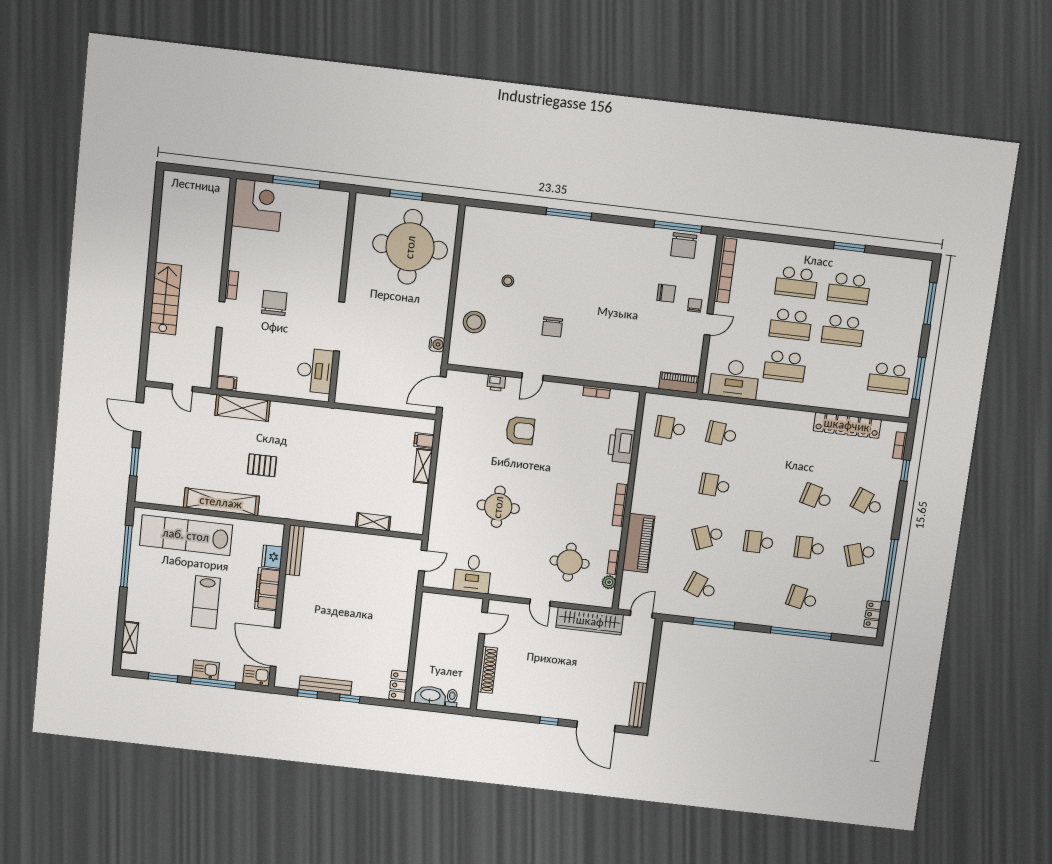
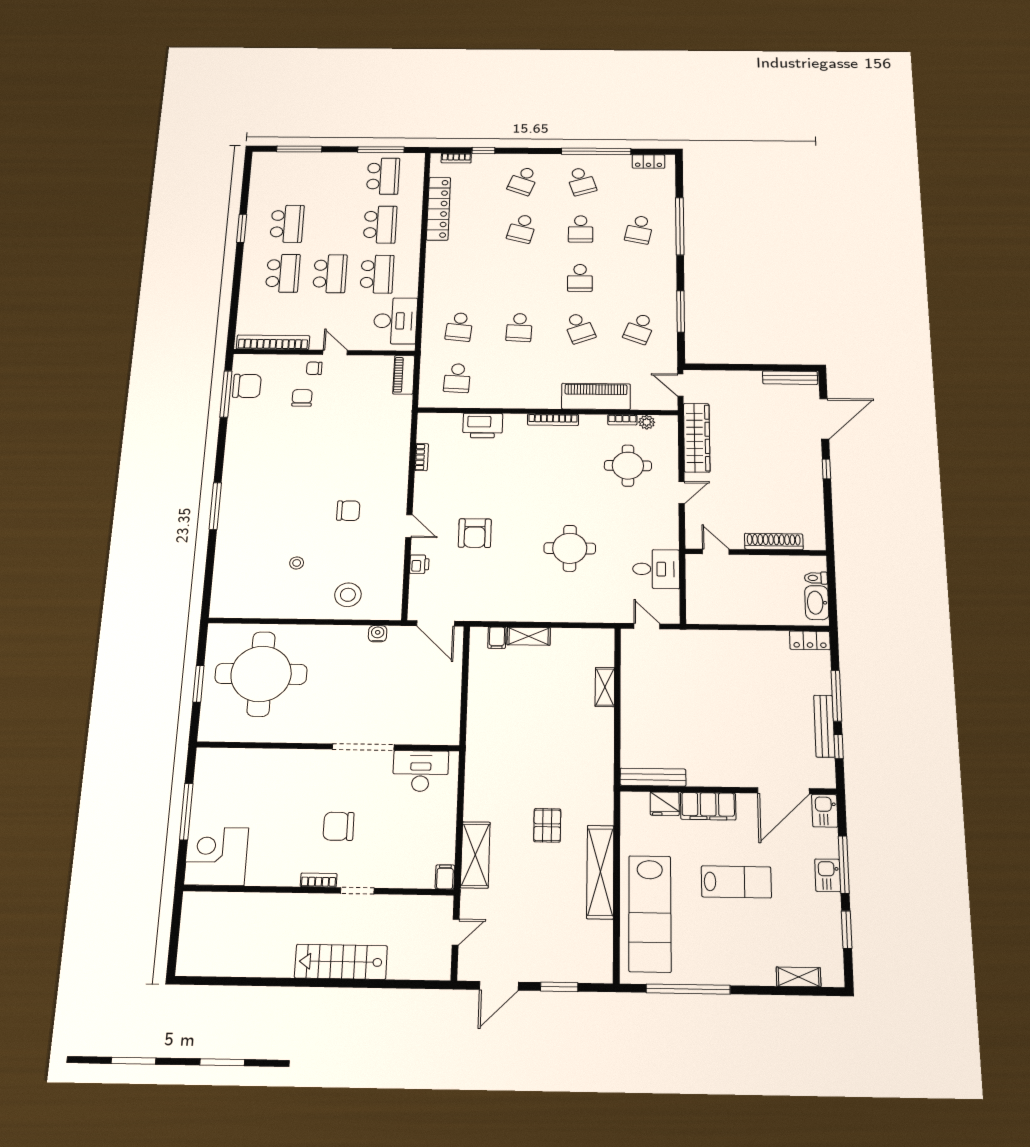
school desk: (843, 330) -> (380, 225), moved
armchair: (520, 431) -> (475, 533), turned 180
window: (350, 699) -> (836, 696), width x2.17

